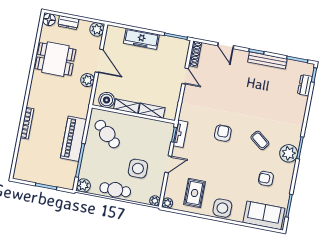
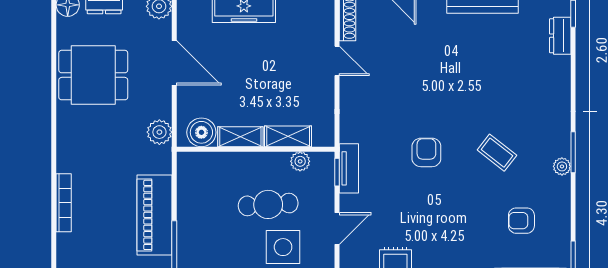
plant: (87, 80) -> (159, 132), moved
plant: (156, 125) -> (300, 161), added
cafe table: (107, 134) -> (268, 204), moved, turned -45
plant: (289, 153) -> (562, 166), width x0.53, depth x0.53

